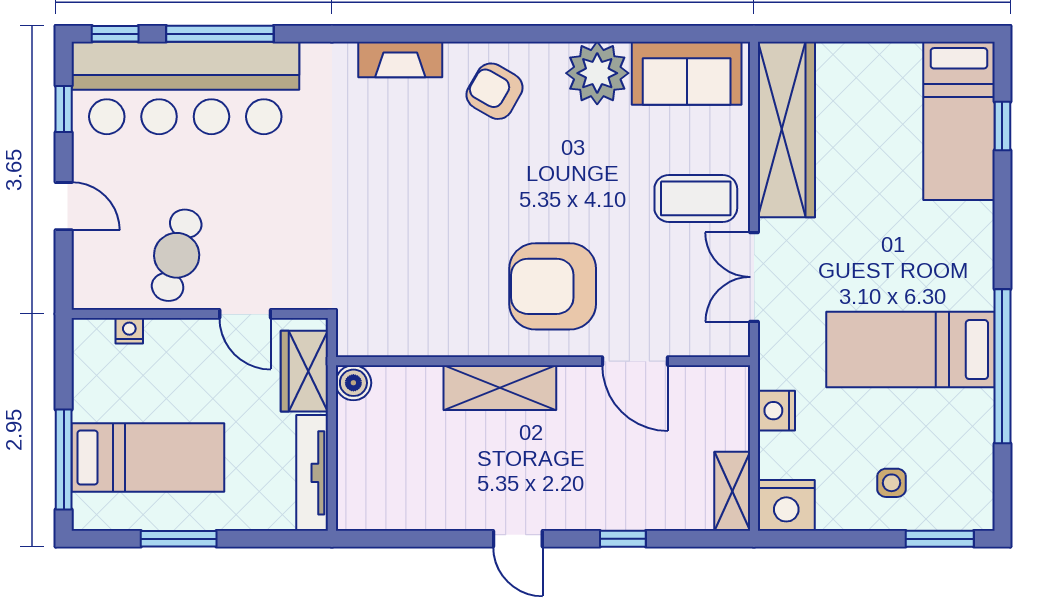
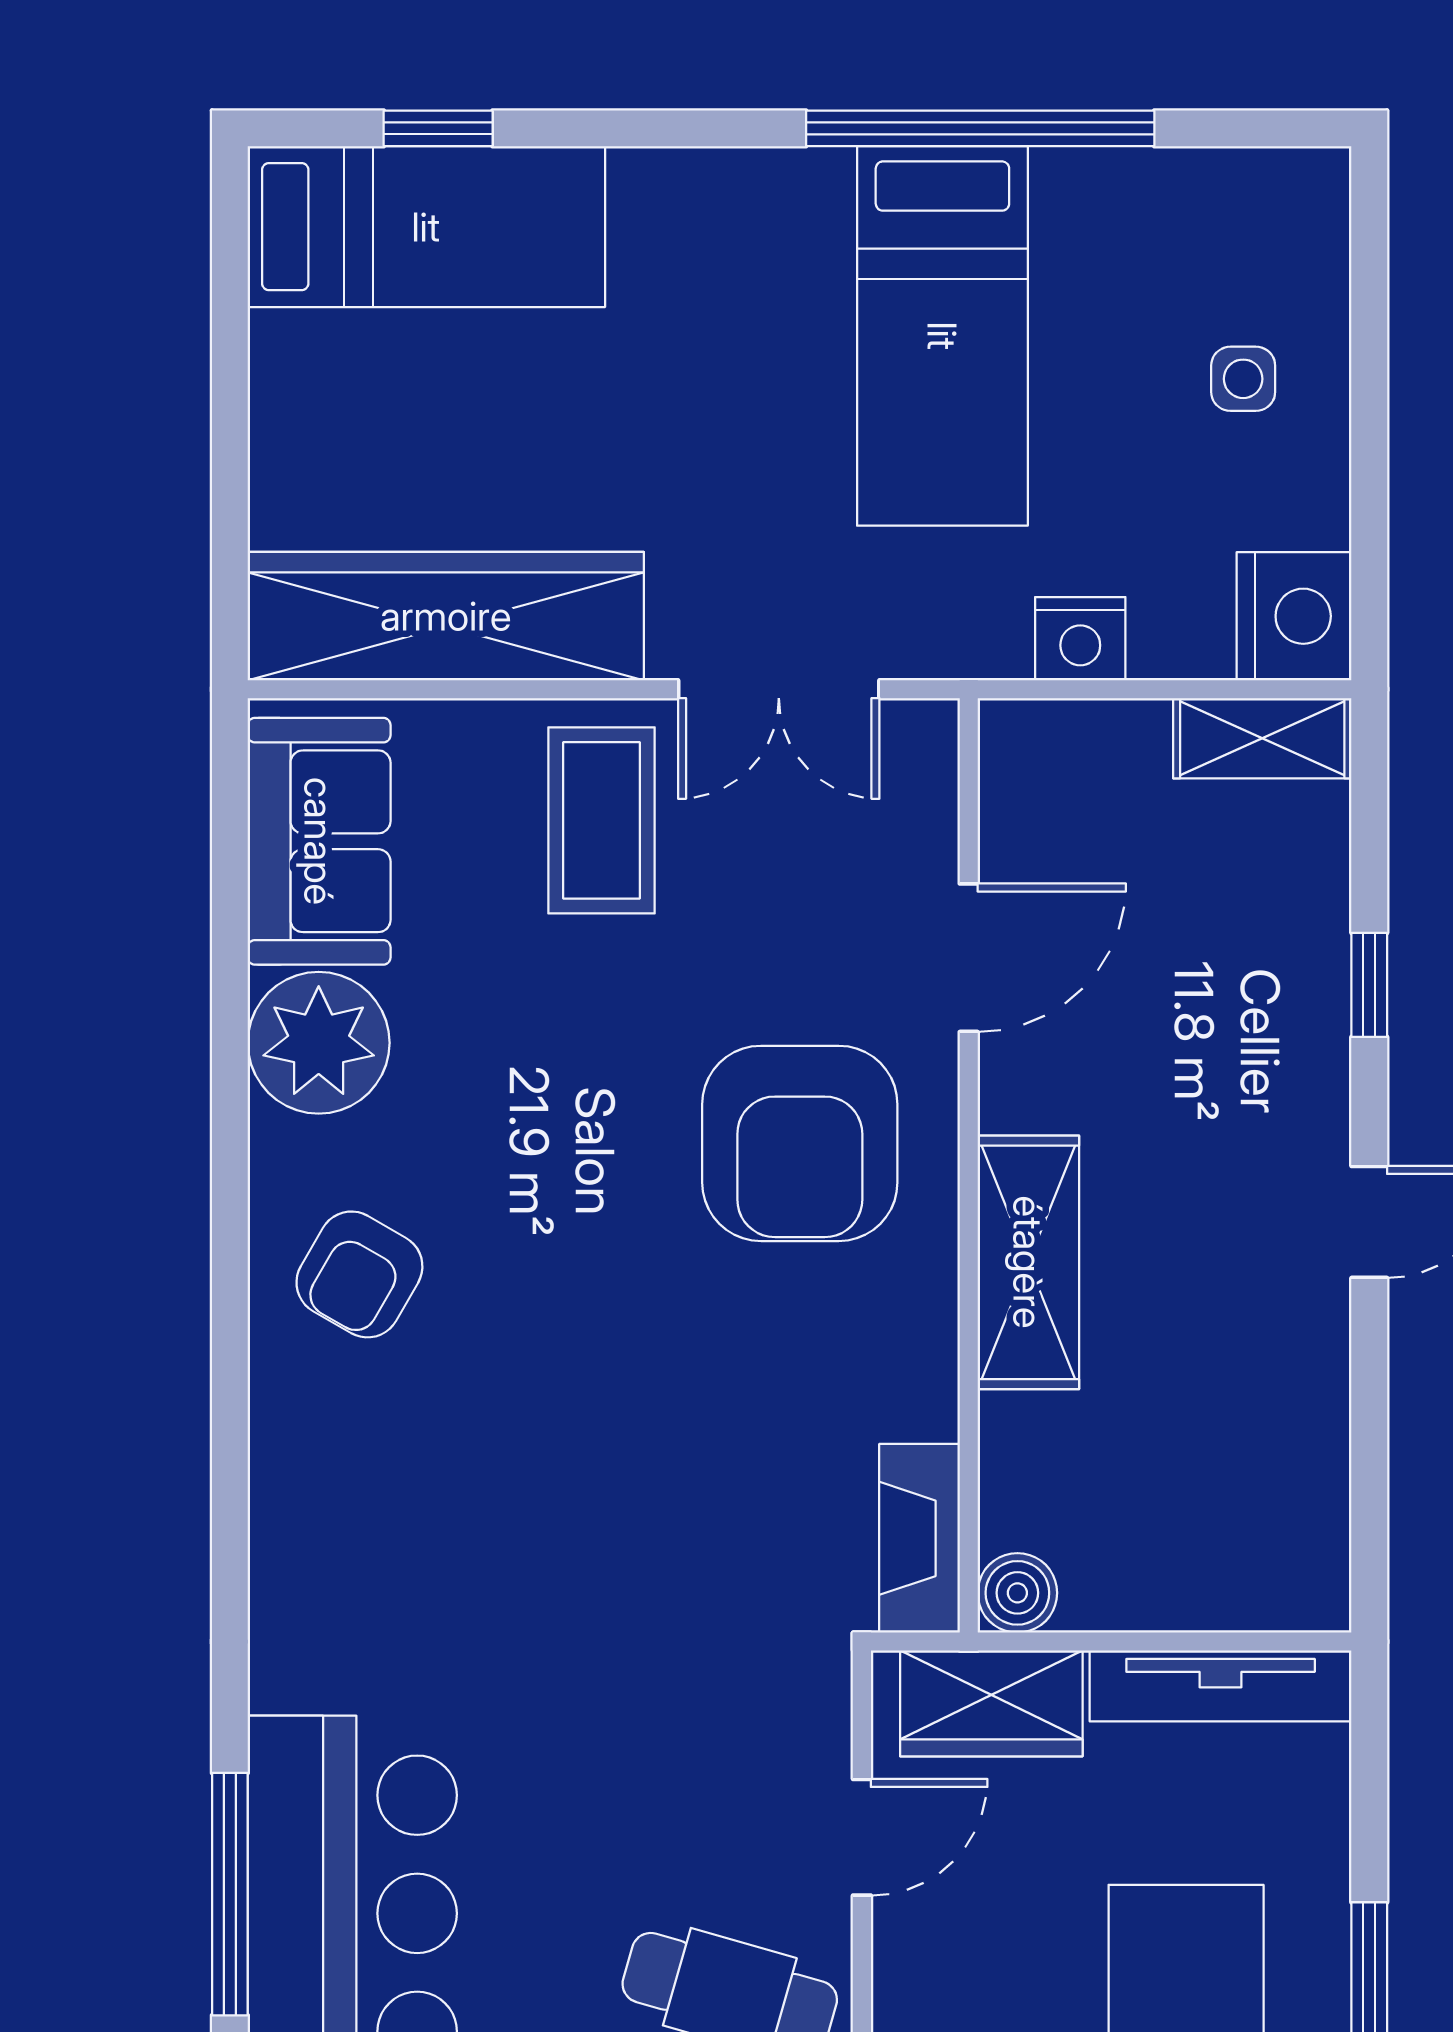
fireplace: (400, 60) -> (920, 1538), moved, turned 180
window: (940, 539) -> (1369, 270), removed

